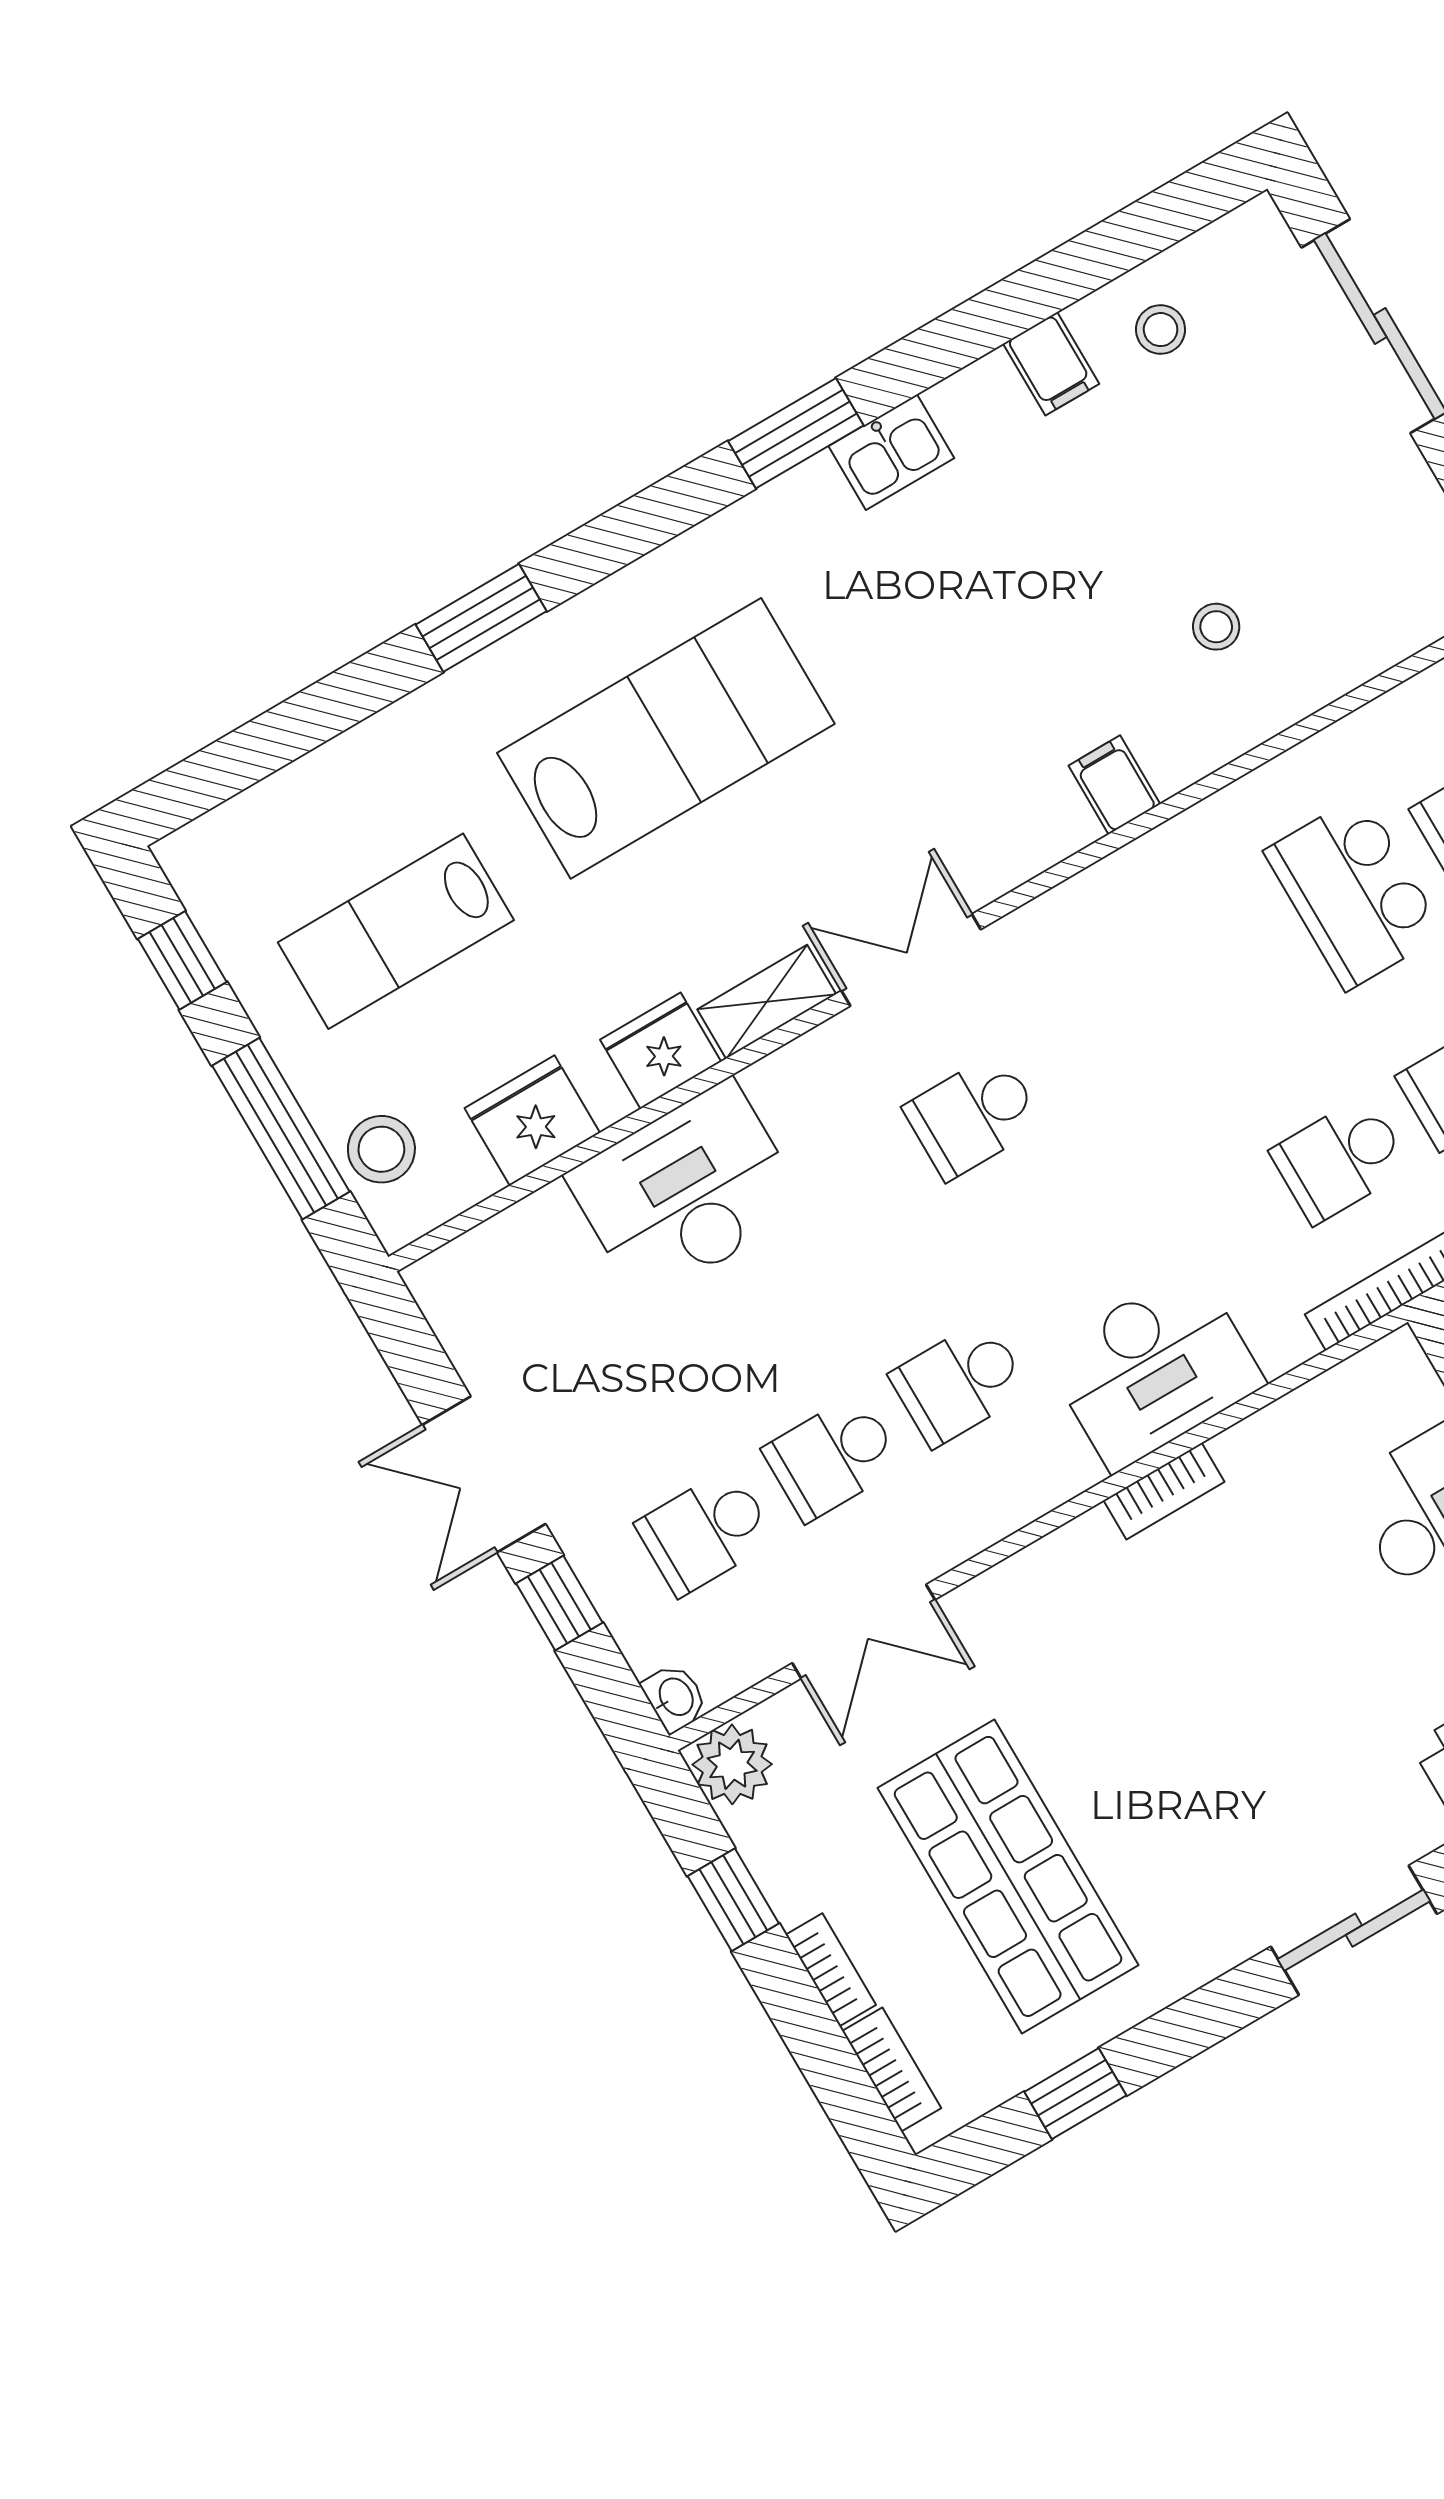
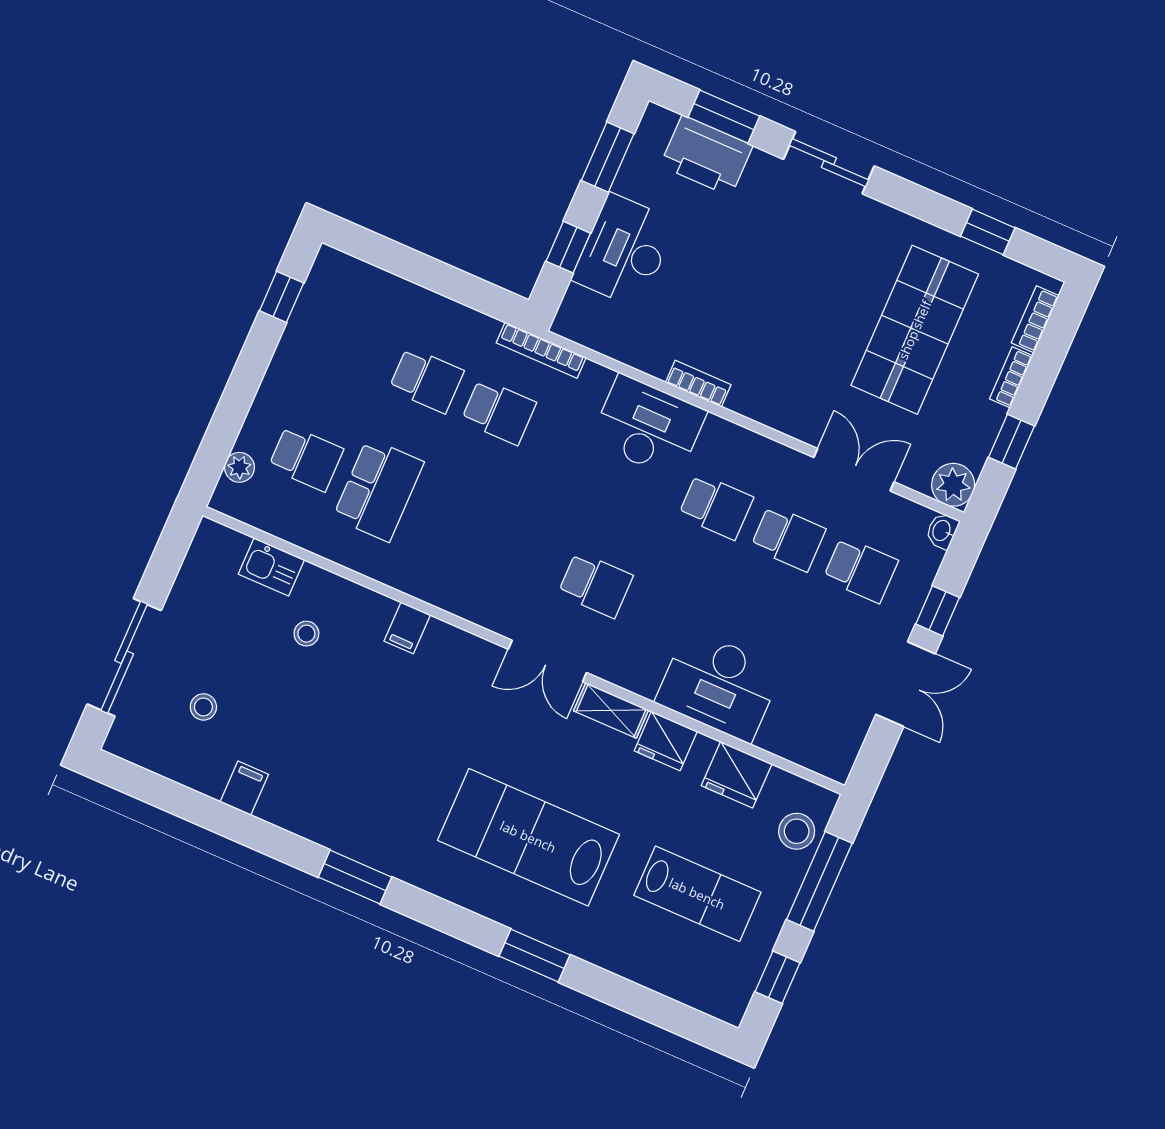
stool: (1161, 330) -> (203, 707), moved
kitchen sink: (891, 452) -> (271, 567), moved, turned 180

